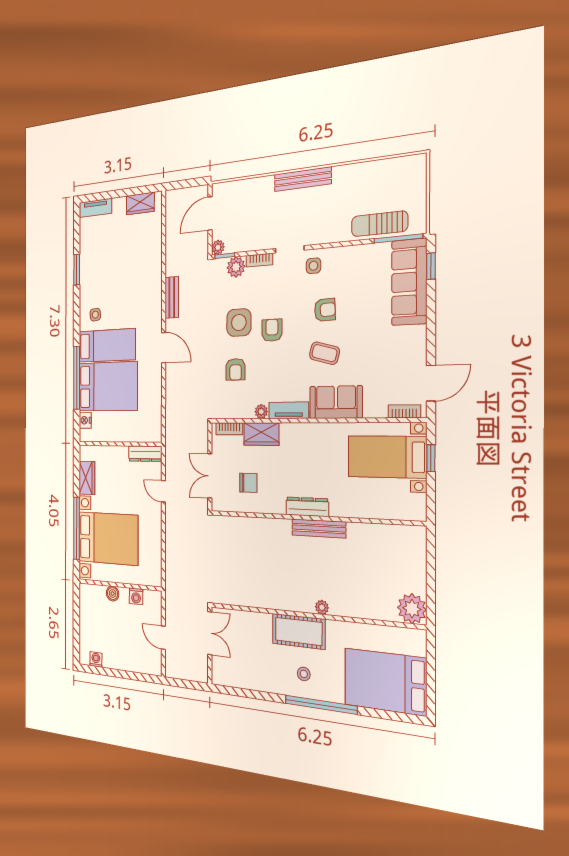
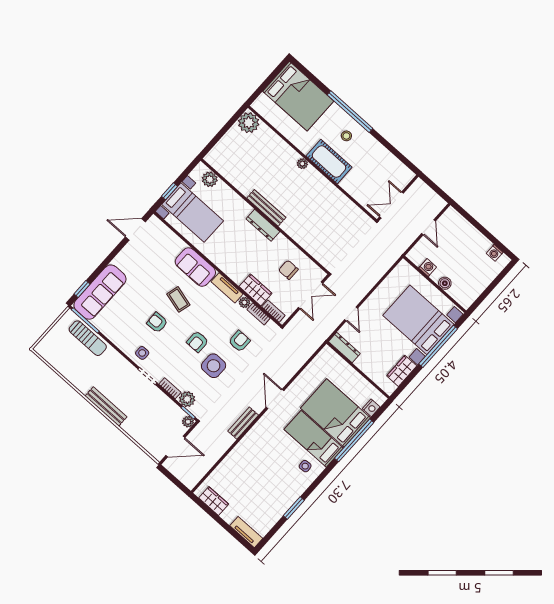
bookcase: (404, 411) -> (259, 314), moved
plant: (400, 509) -> (210, 179), added

